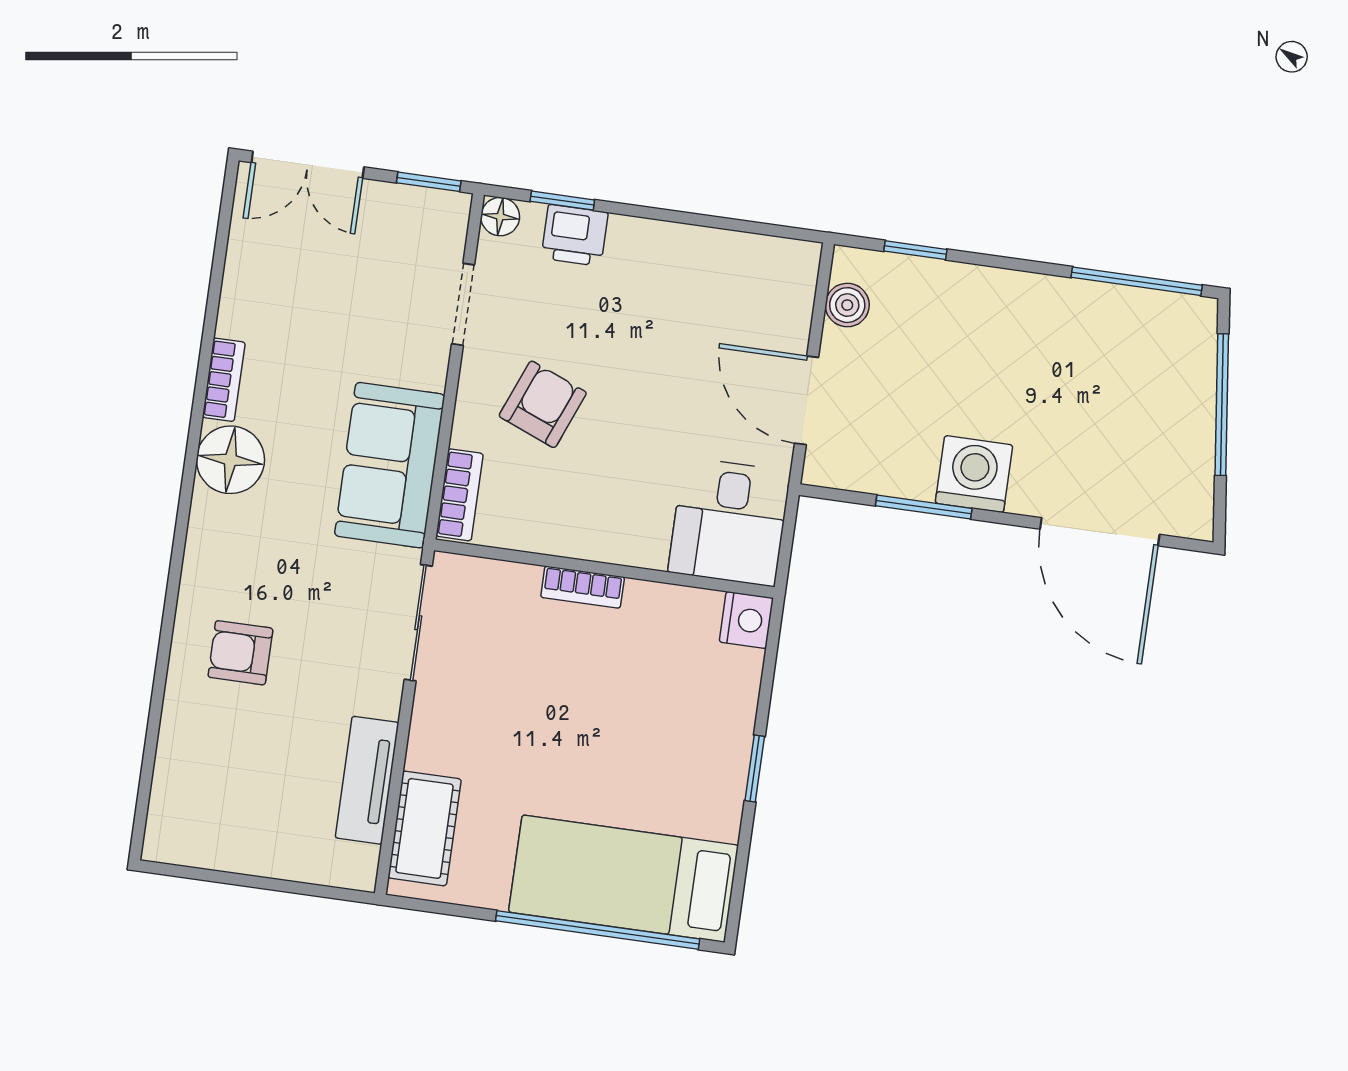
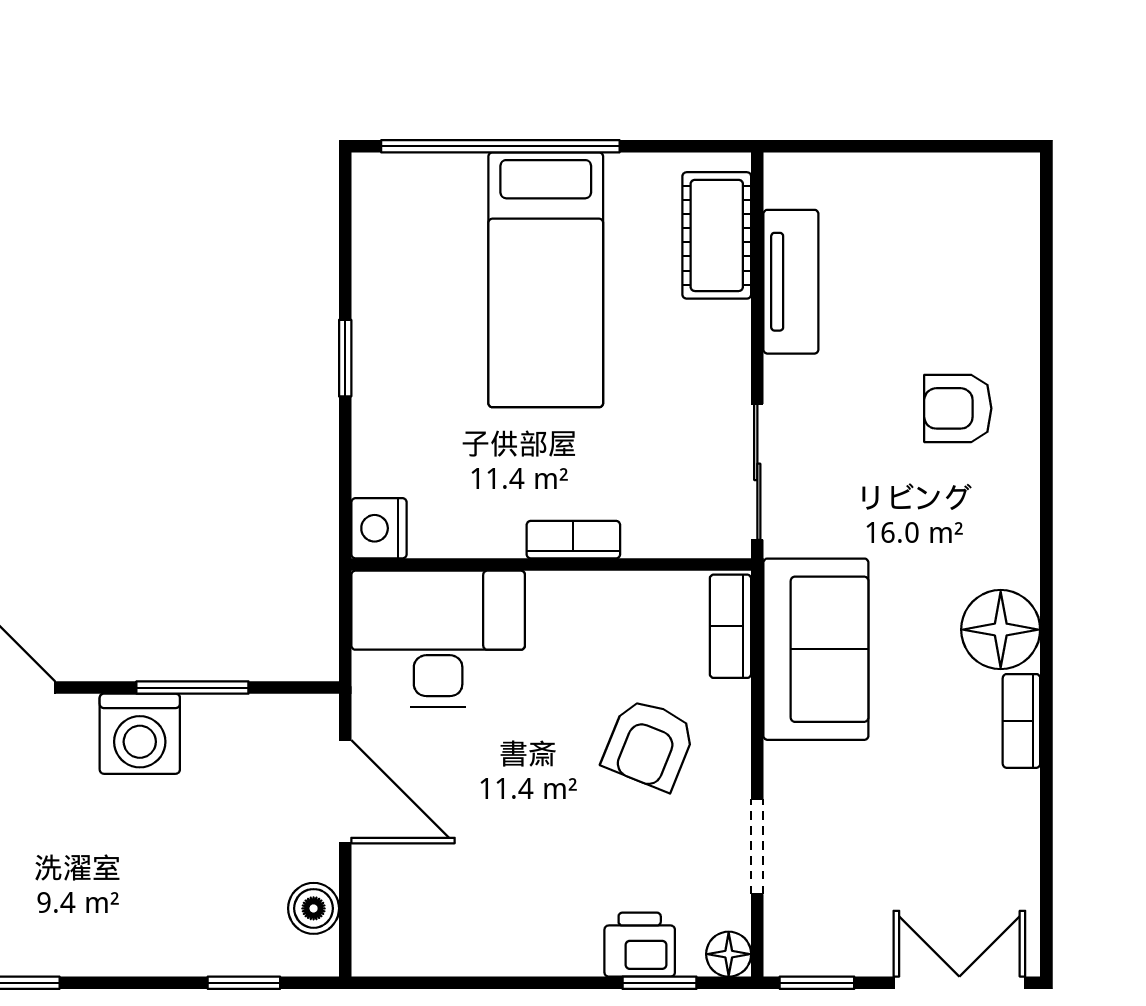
desk: (729, 522) -> (438, 639), width x1.37
armchair: (240, 653) -> (958, 408), turned 180
bed: (624, 879) -> (546, 280), moved, turned 90

